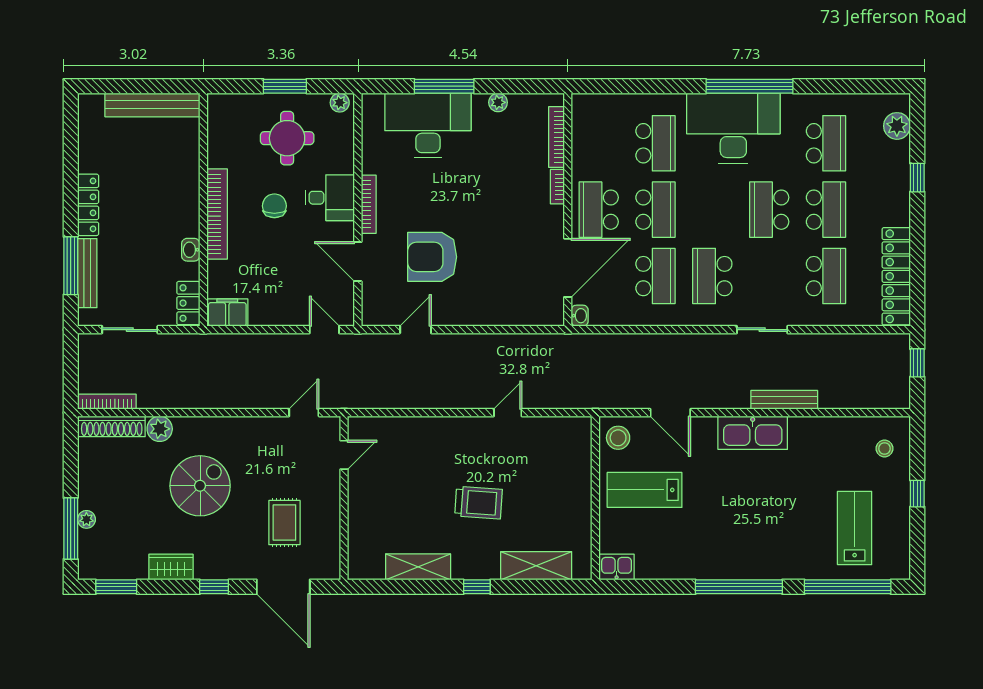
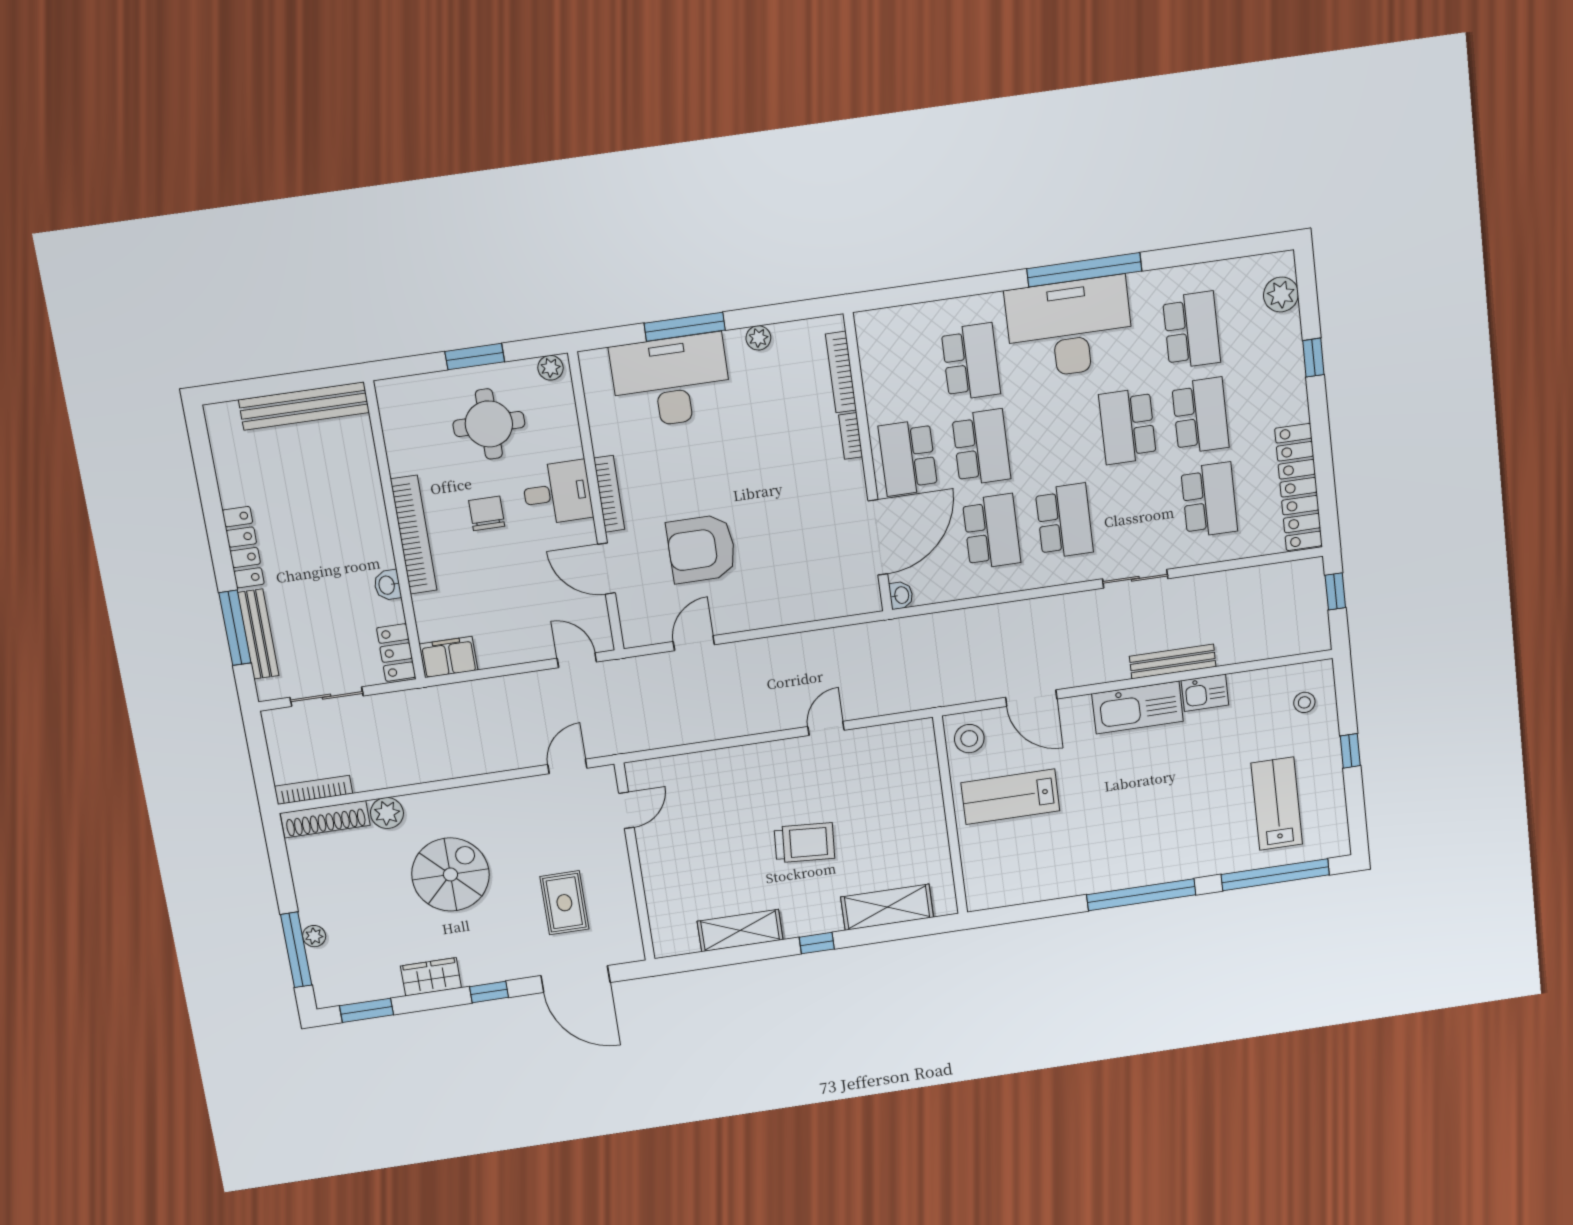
school desk: (712, 276) -> (1064, 521), turned 180
kitchen sink: (617, 567) -> (1205, 693), moved, turned 180

